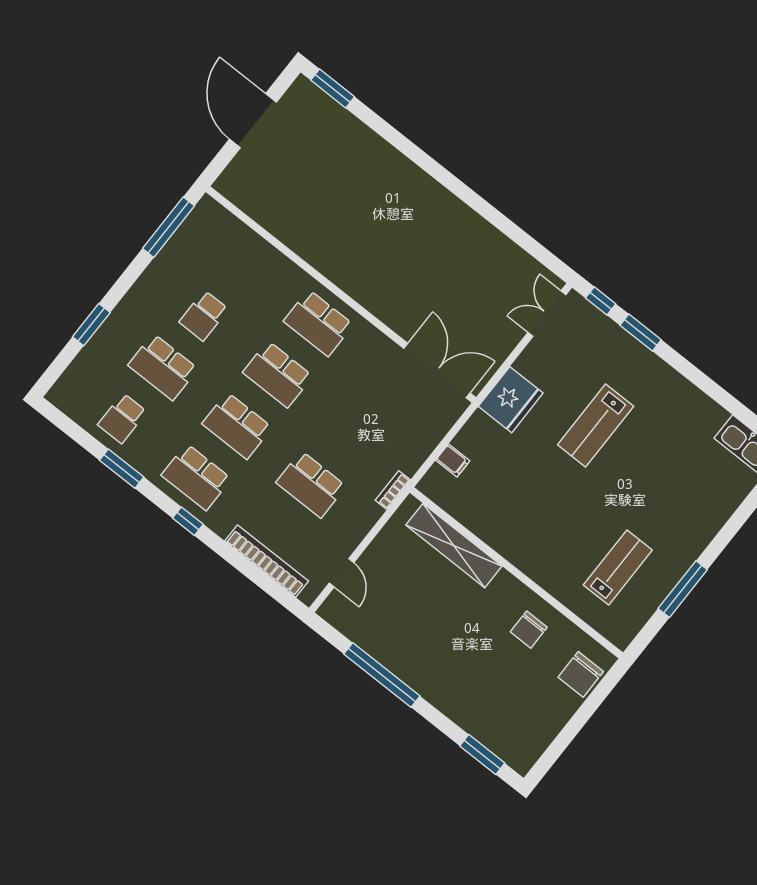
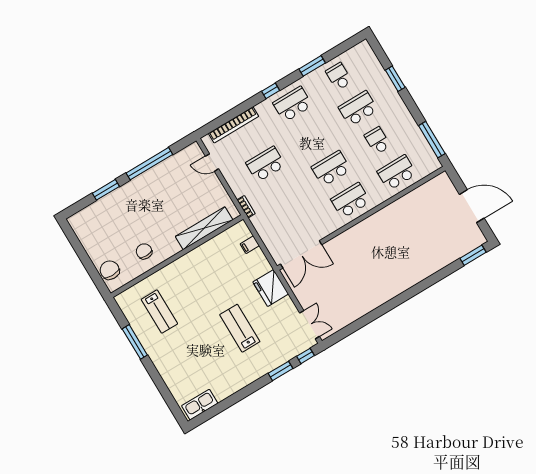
school desk: (237, 426) -> (397, 173), moved
window: (482, 754) -> (106, 190), moved

